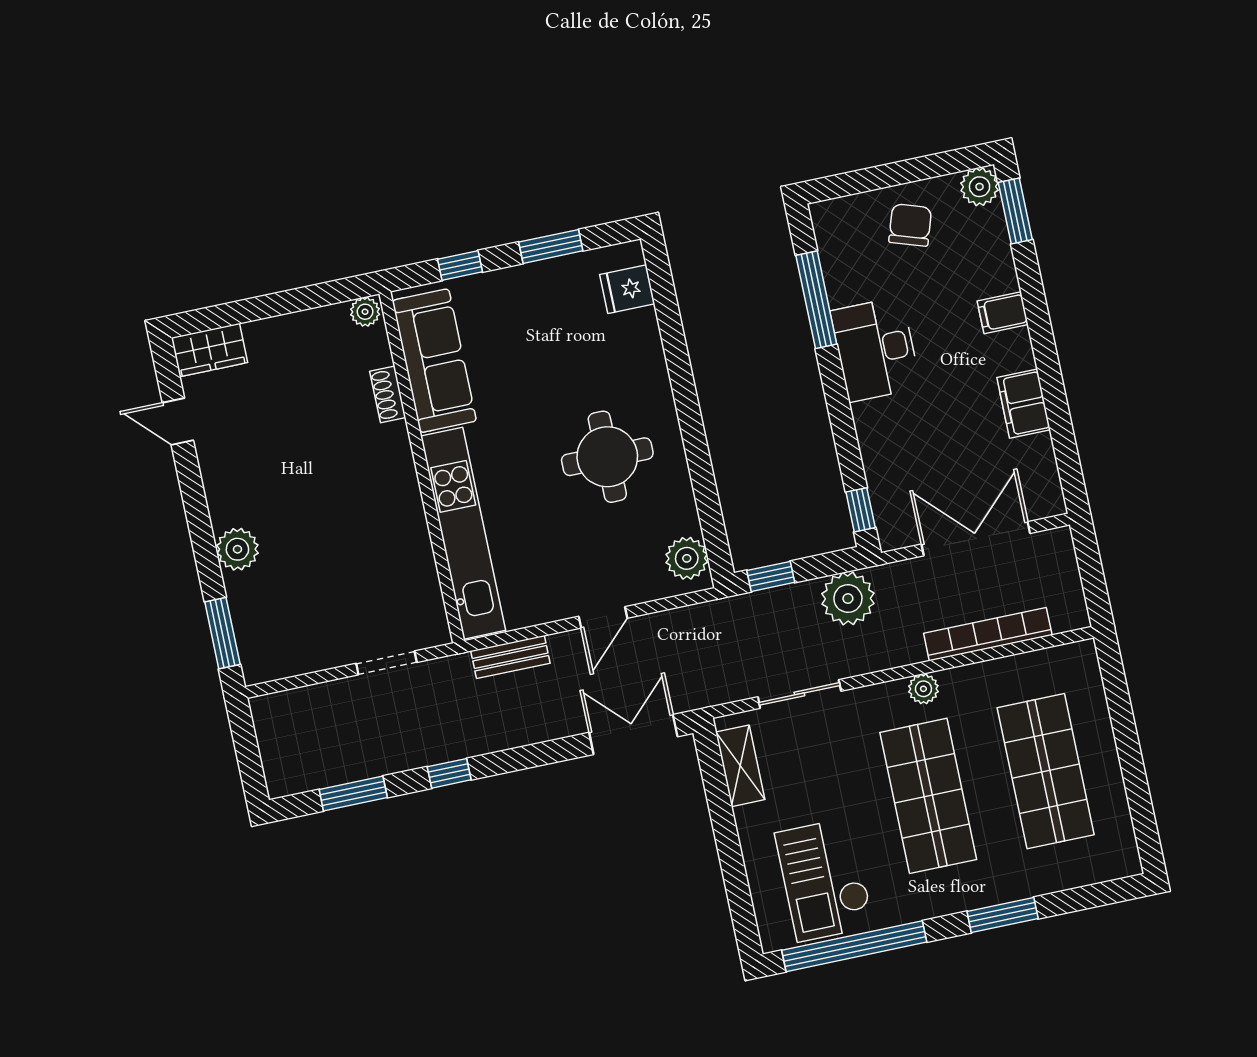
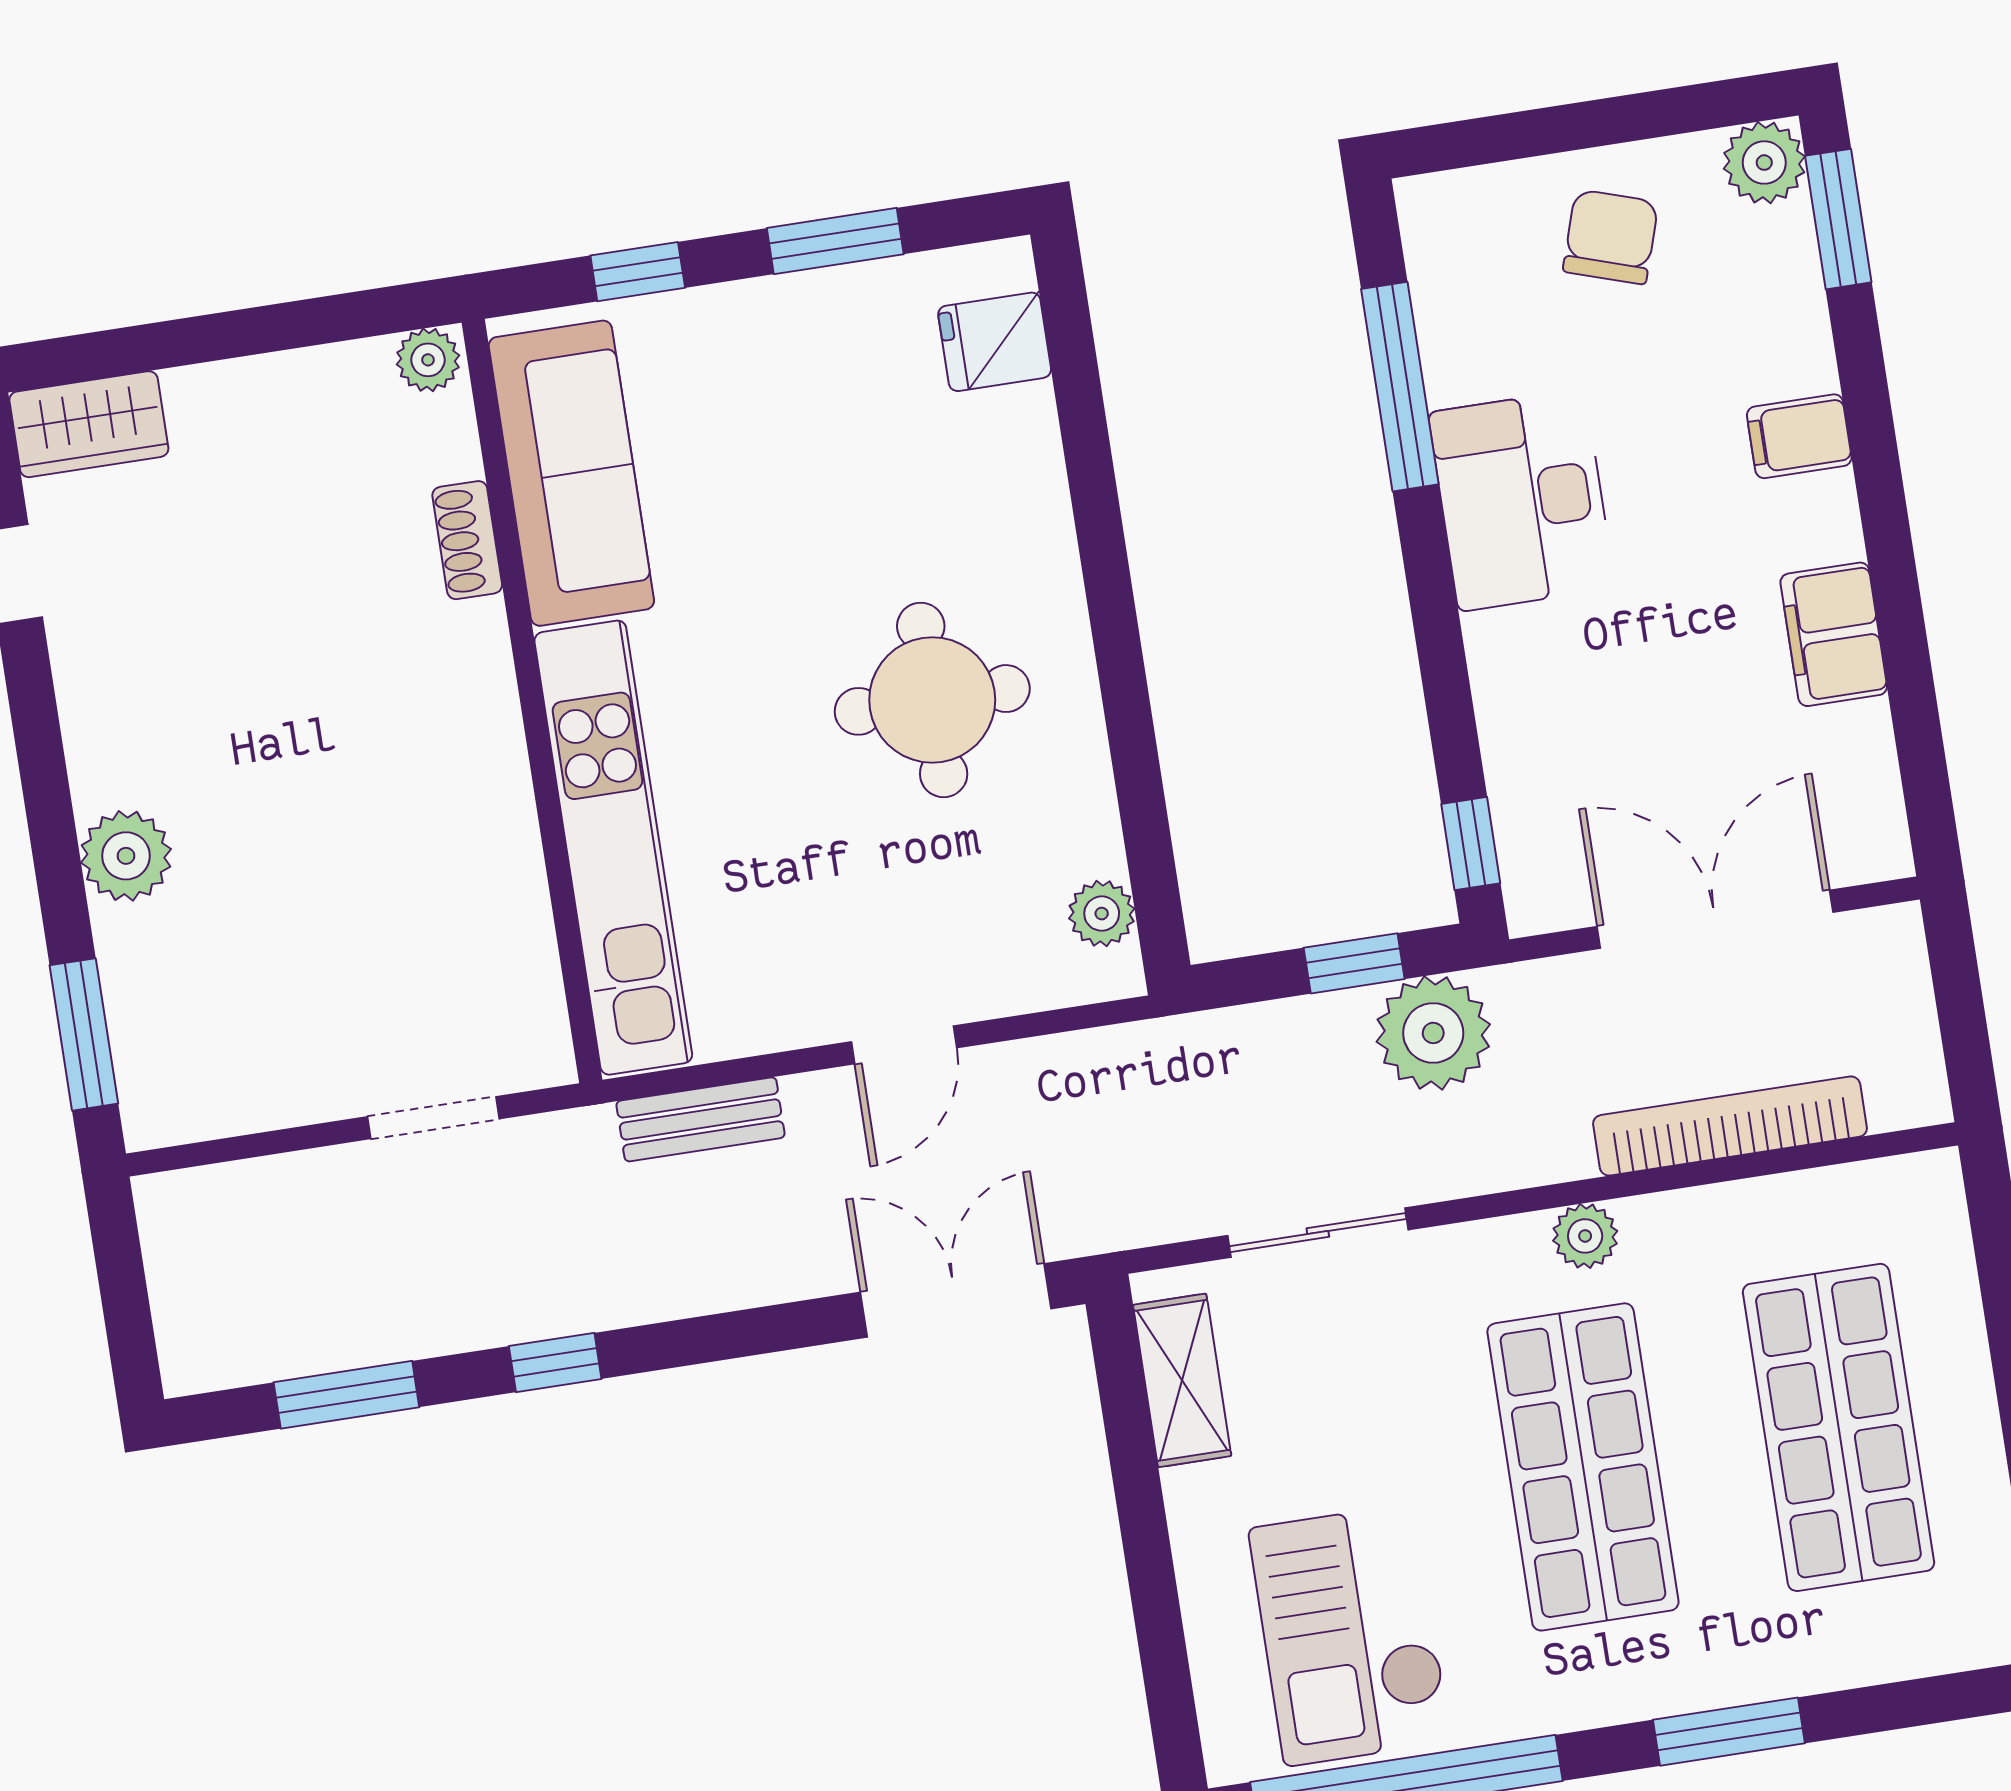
plant: (687, 558) -> (1102, 914), width x0.73, depth x0.73
window: (771, 576) -> (1354, 963), moved

